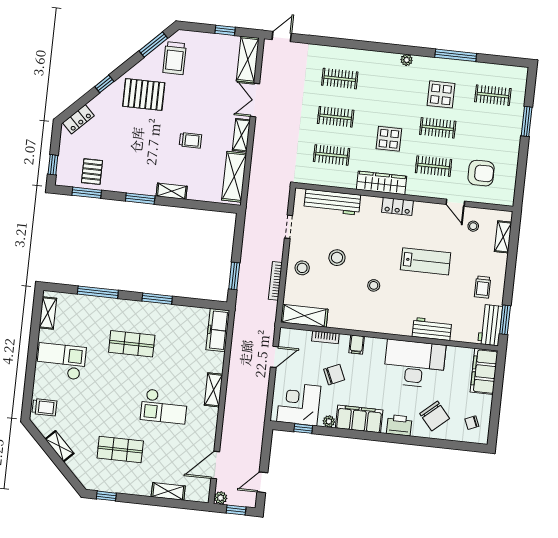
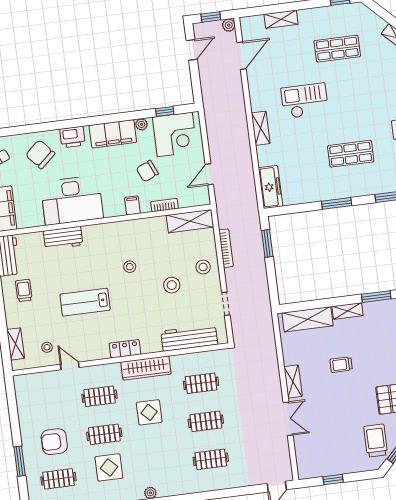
shelving: (248, 60) -> (304, 456), removed
armchair: (481, 173) -> (54, 442), moved
shelving: (234, 177) -> (308, 319), moved, turned 90

